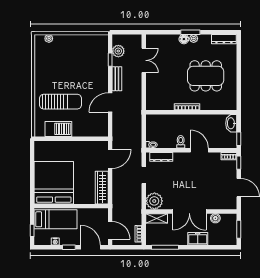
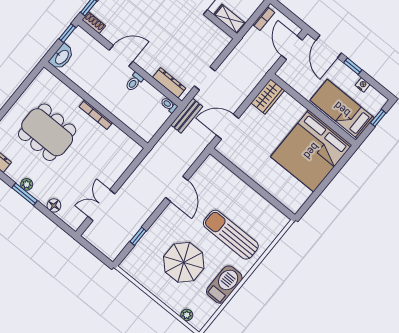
floor lamp: (184, 39) -> (54, 205), moved
plant: (118, 51) -> (121, 238), removed
parasol: (74, 66) -> (184, 262), added
bench: (117, 79) -> (187, 116), moved
door: (110, 103) -> (177, 189), hinge flipped
barbecue: (58, 129) -> (224, 285), moved, turned 90
door: (199, 150) -> (121, 56), swing flipped
wardrobe: (102, 188) -> (268, 97), width x0.67
plant: (154, 201) -> (217, 40), removed

